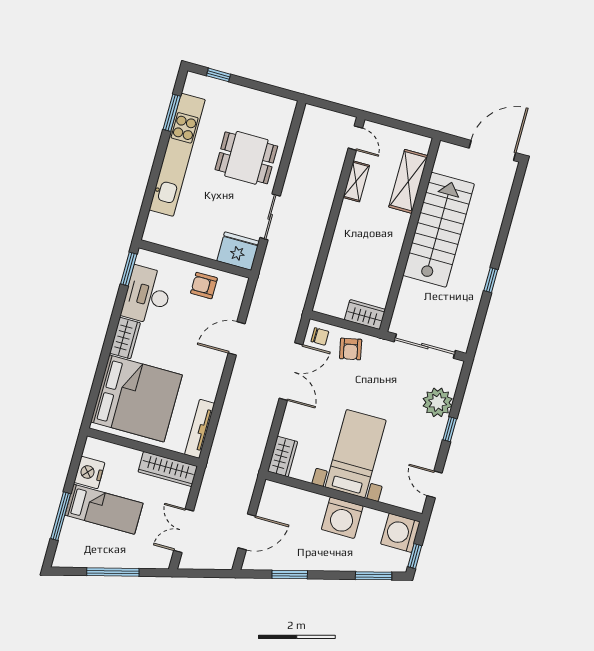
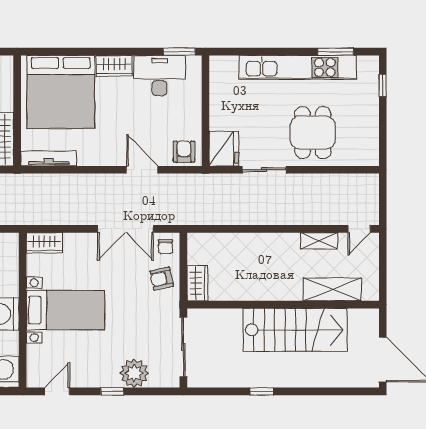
armchair: (204, 286) -> (184, 152), moved

